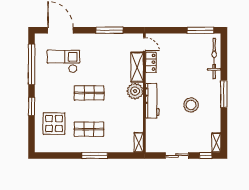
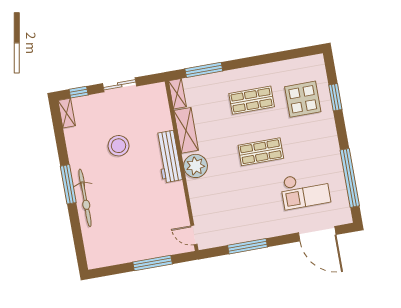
window: (200, 30) -> (153, 263), moved
bicycle: (214, 59) -> (85, 198), moved
locker: (151, 62) -> (180, 211), removed
shelving: (137, 67) -> (186, 130), moved
stool: (191, 105) -> (119, 146), moved
window: (32, 106) -> (335, 97), moved
window: (95, 156) -> (204, 70), moved

